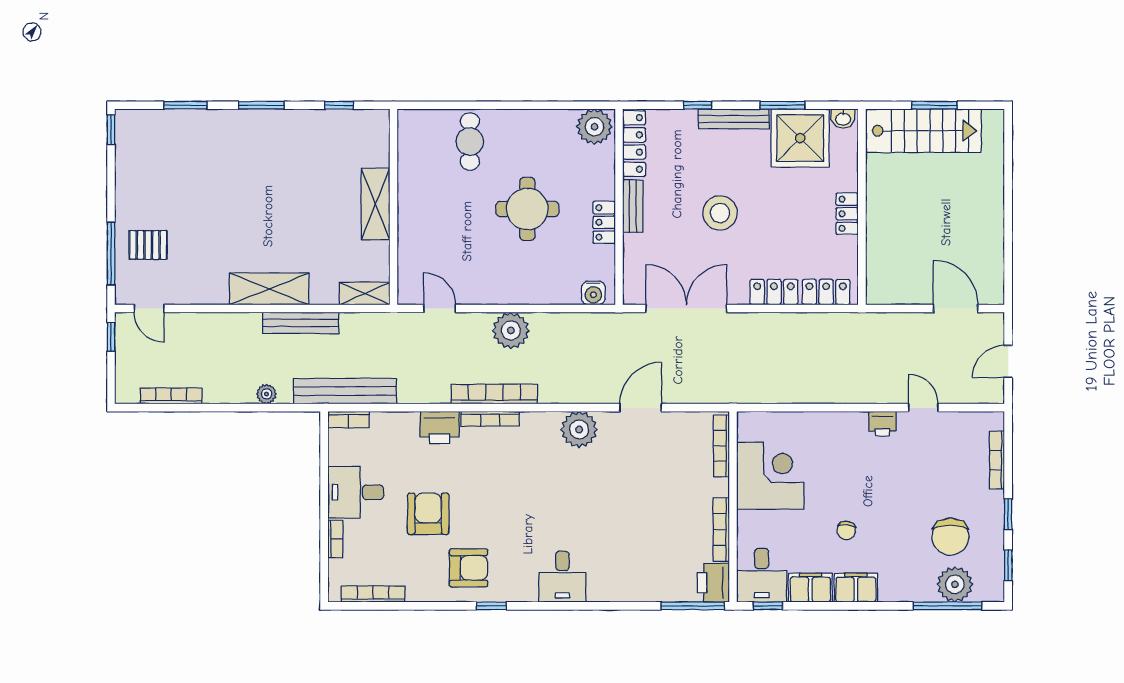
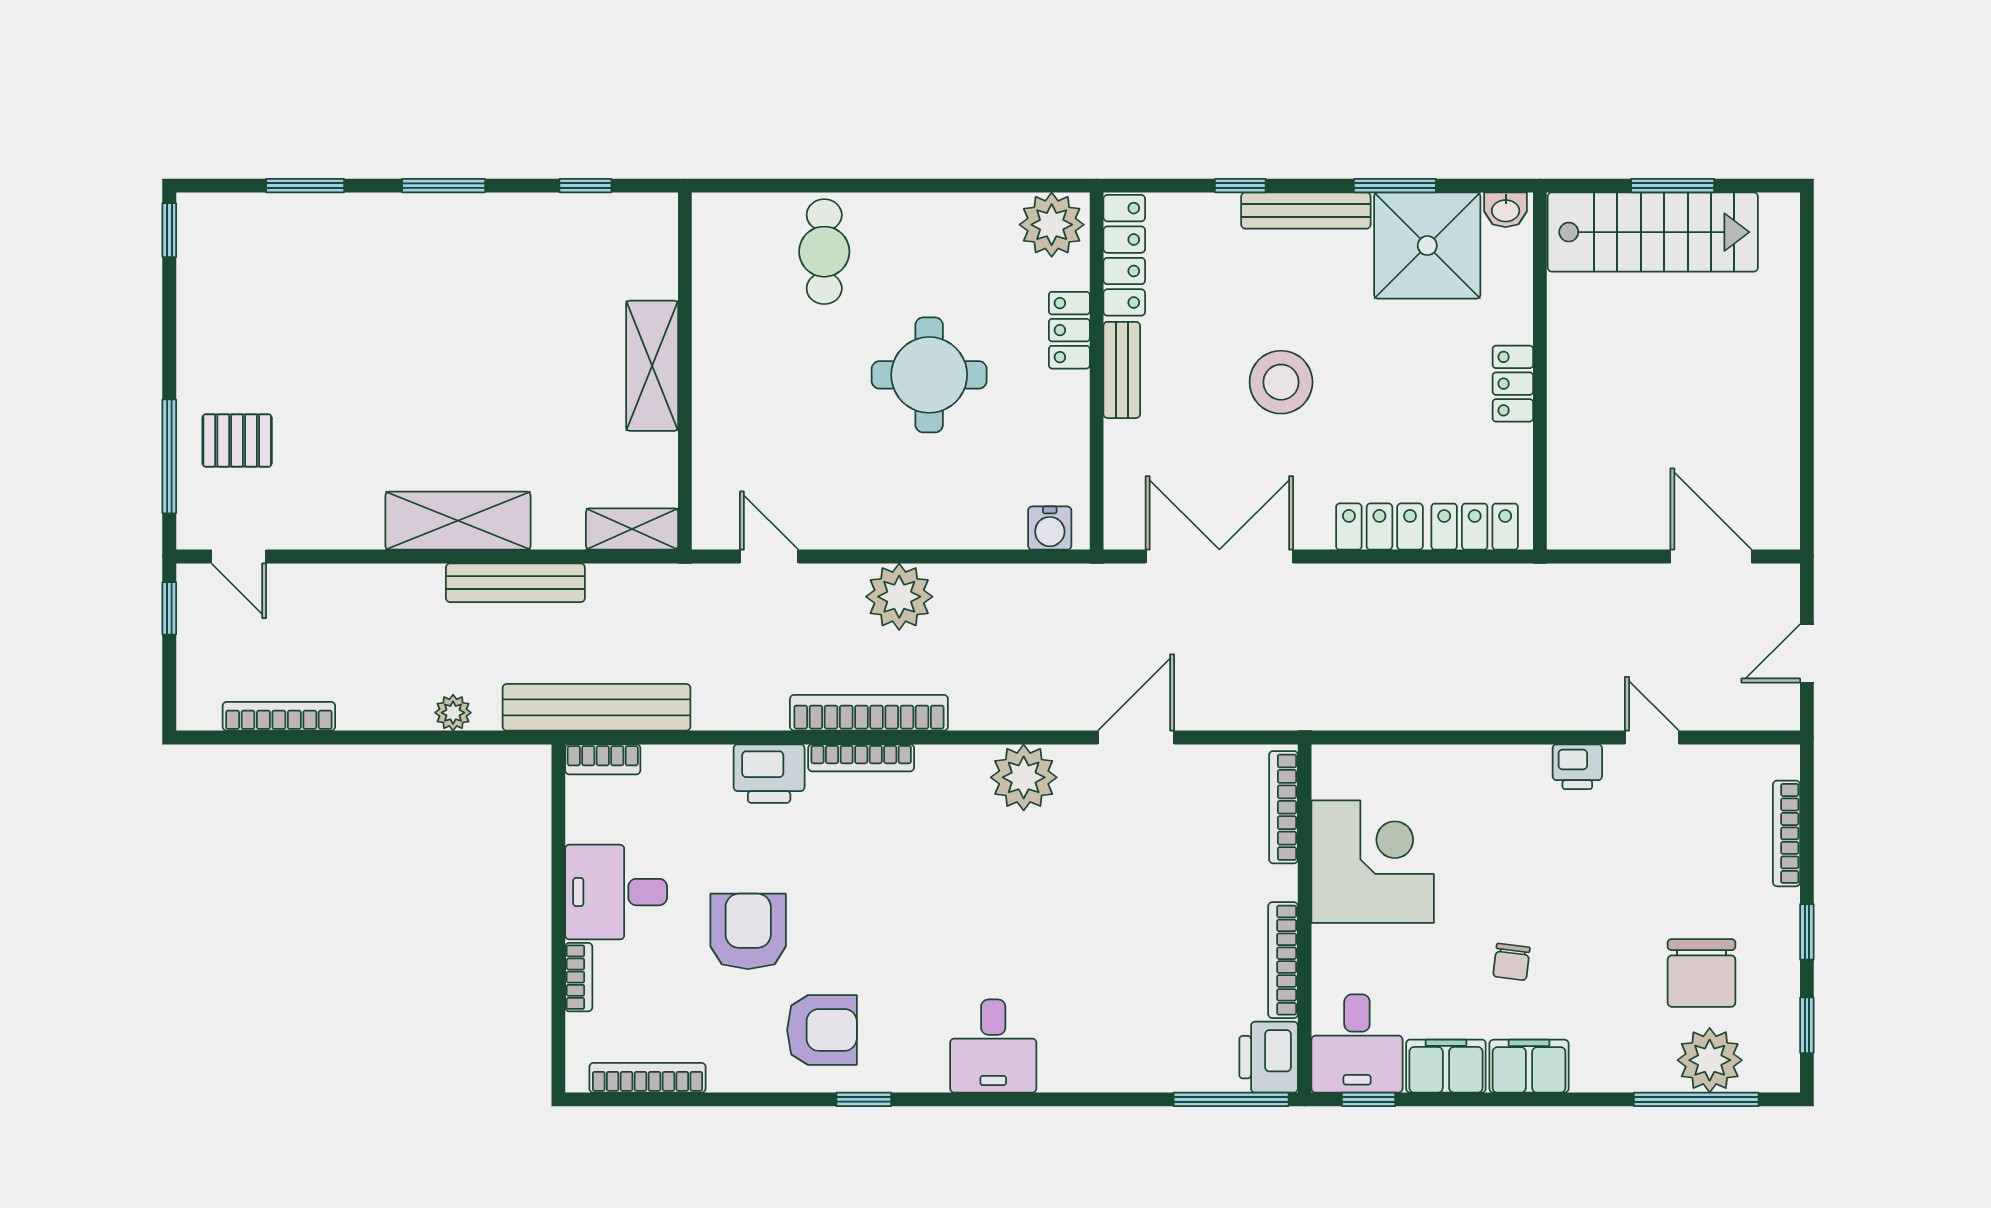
locker: (604, 222) -> (1069, 330), moved

